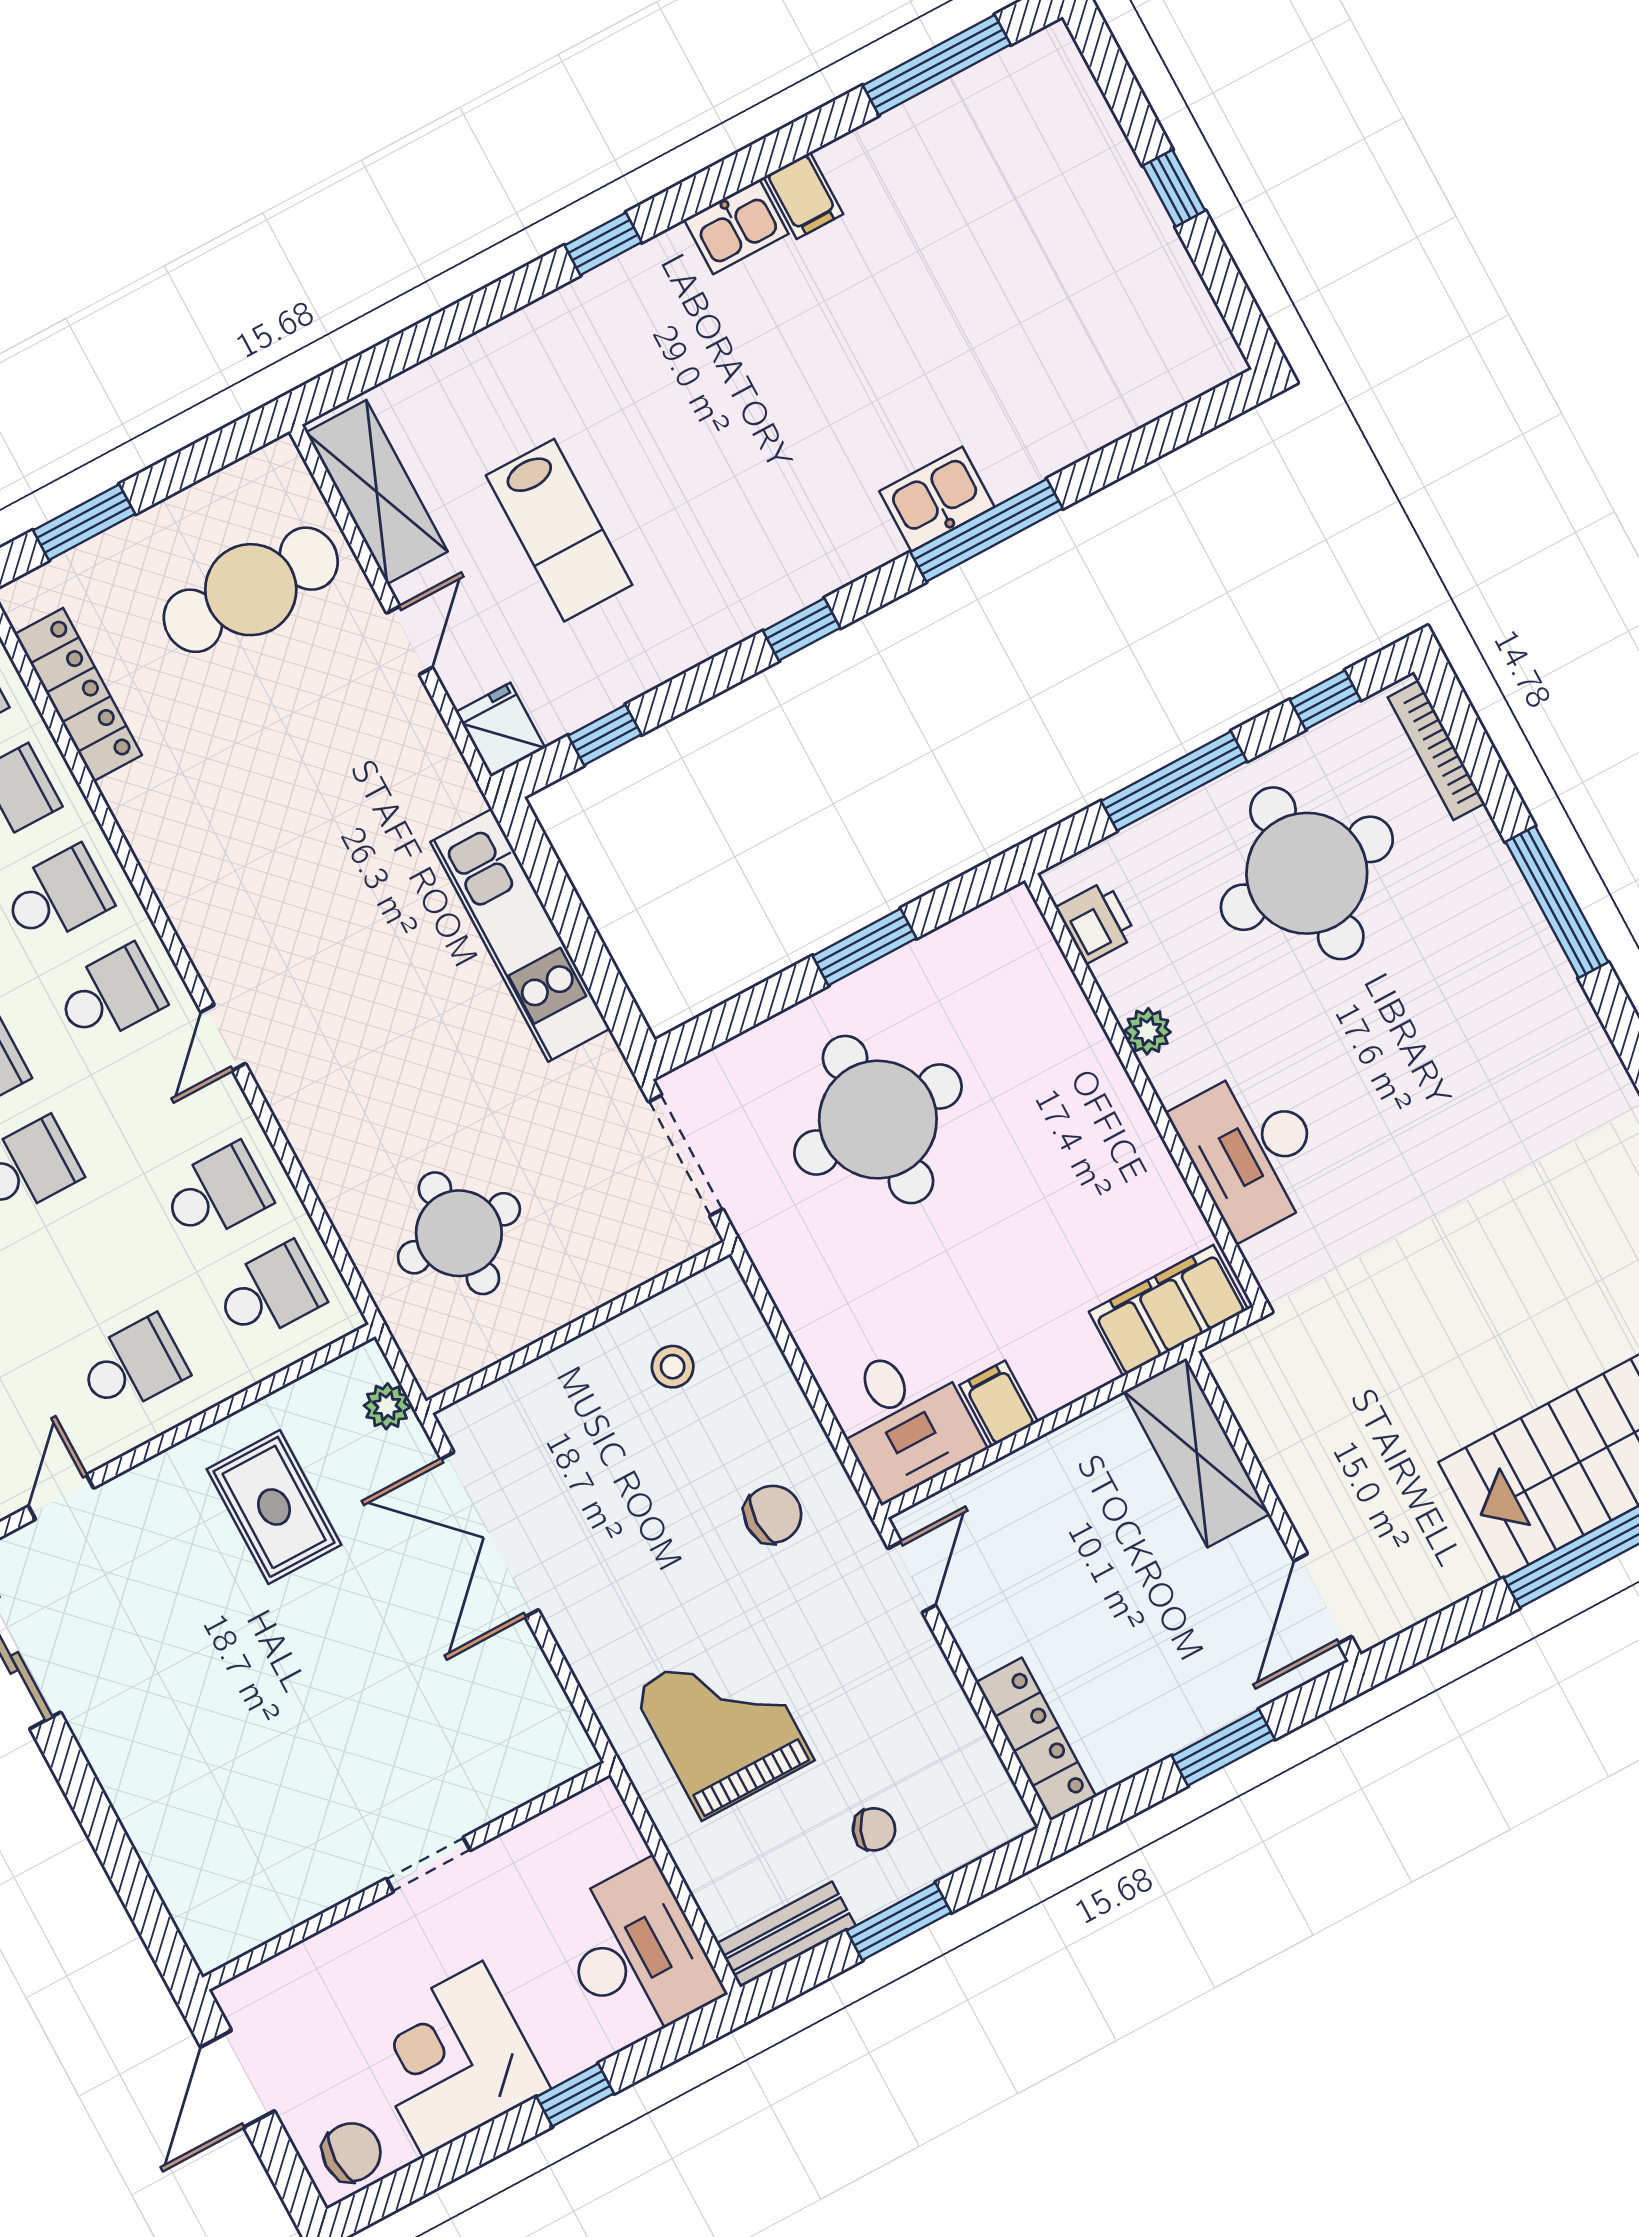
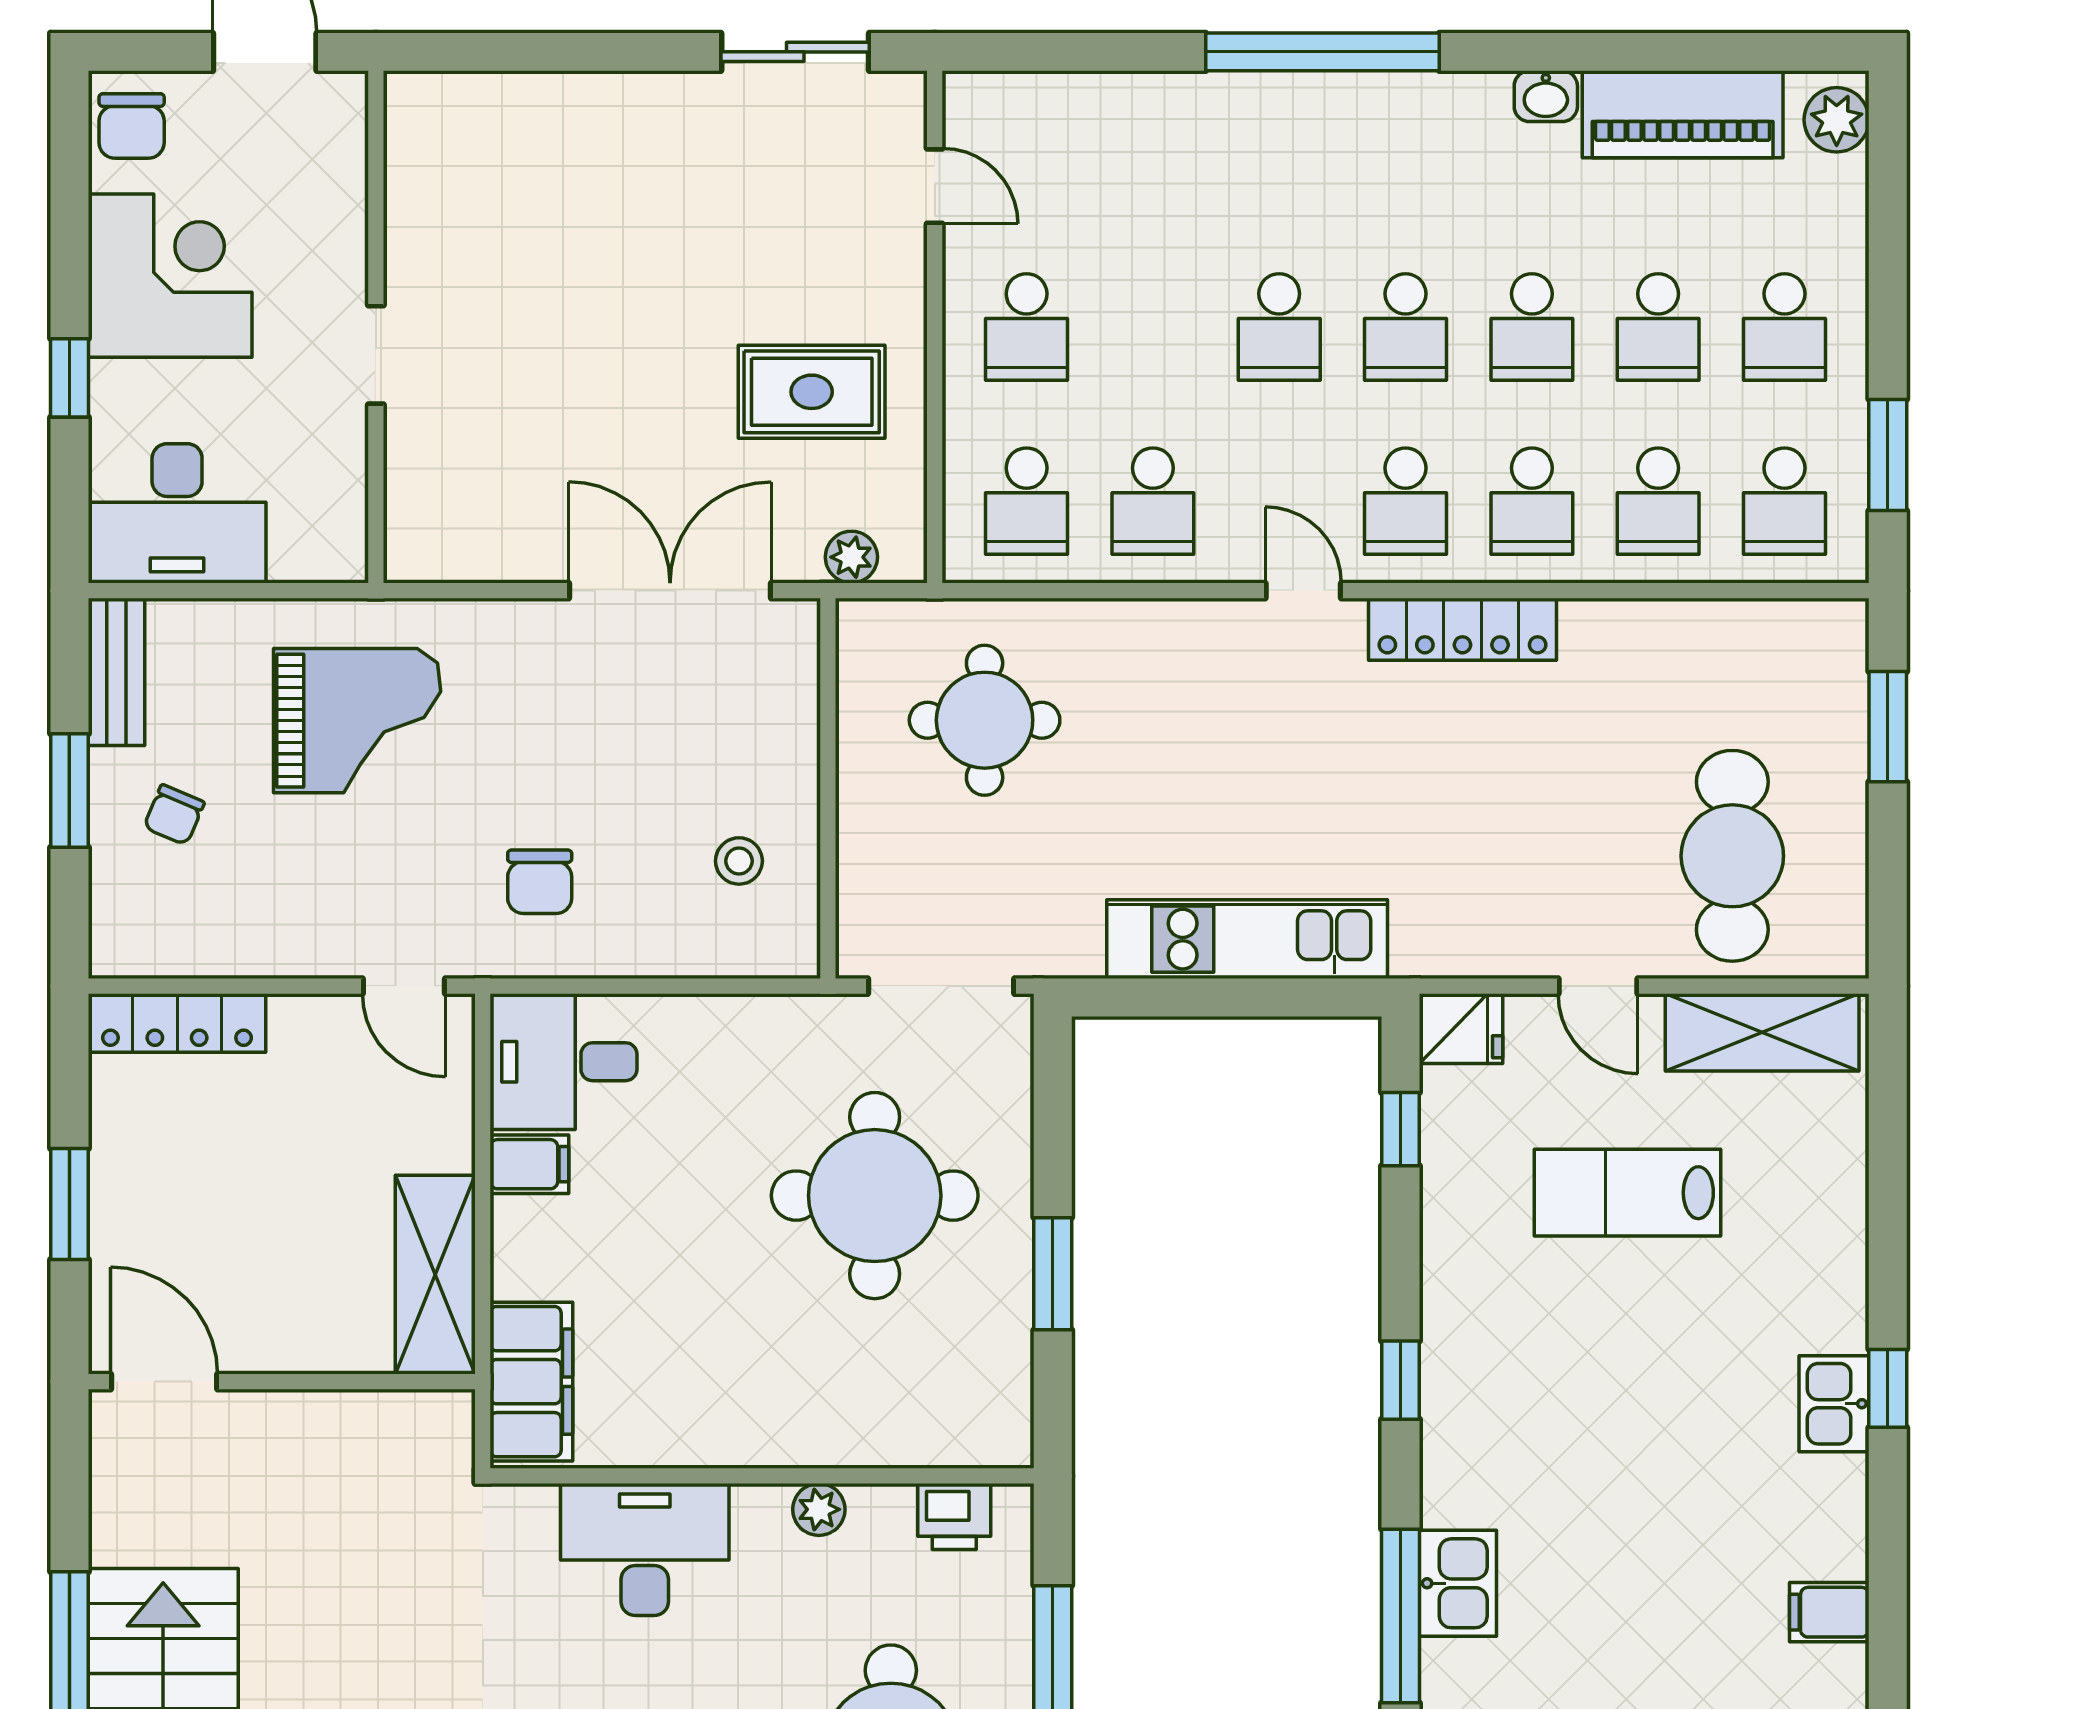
kitchen sink: (736, 227) -> (1834, 1404), moved
locker: (78, 695) -> (1462, 629), moved
shelving: (1197, 1453) -> (435, 1275), moved, turned 90

